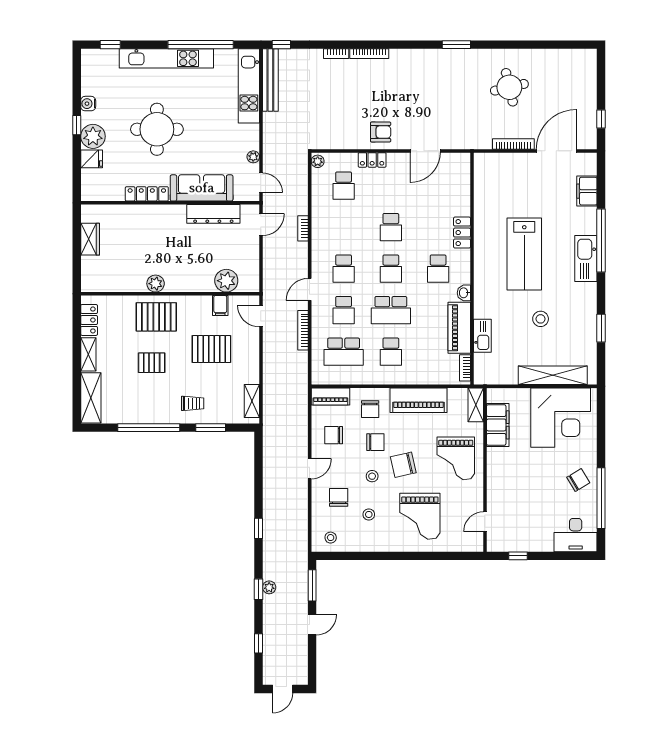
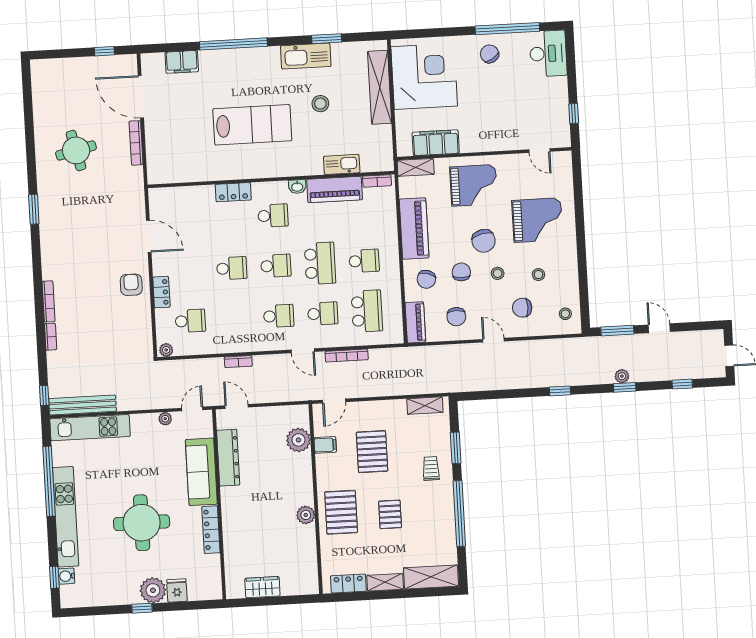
water cooler: (88, 104) -> (66, 576), moved, turned 90
kitchen sink: (586, 258) -> (306, 56), moved
chair: (370, 409) -> (426, 279), turned 106

